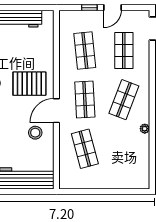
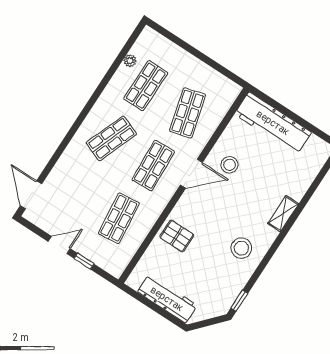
shop shelf: (124, 50) -> (146, 86), moved
pallet: (29, 84) -> (177, 236), moved, width x0.67, depth x0.71
plant: (145, 129) -> (130, 61), moved

